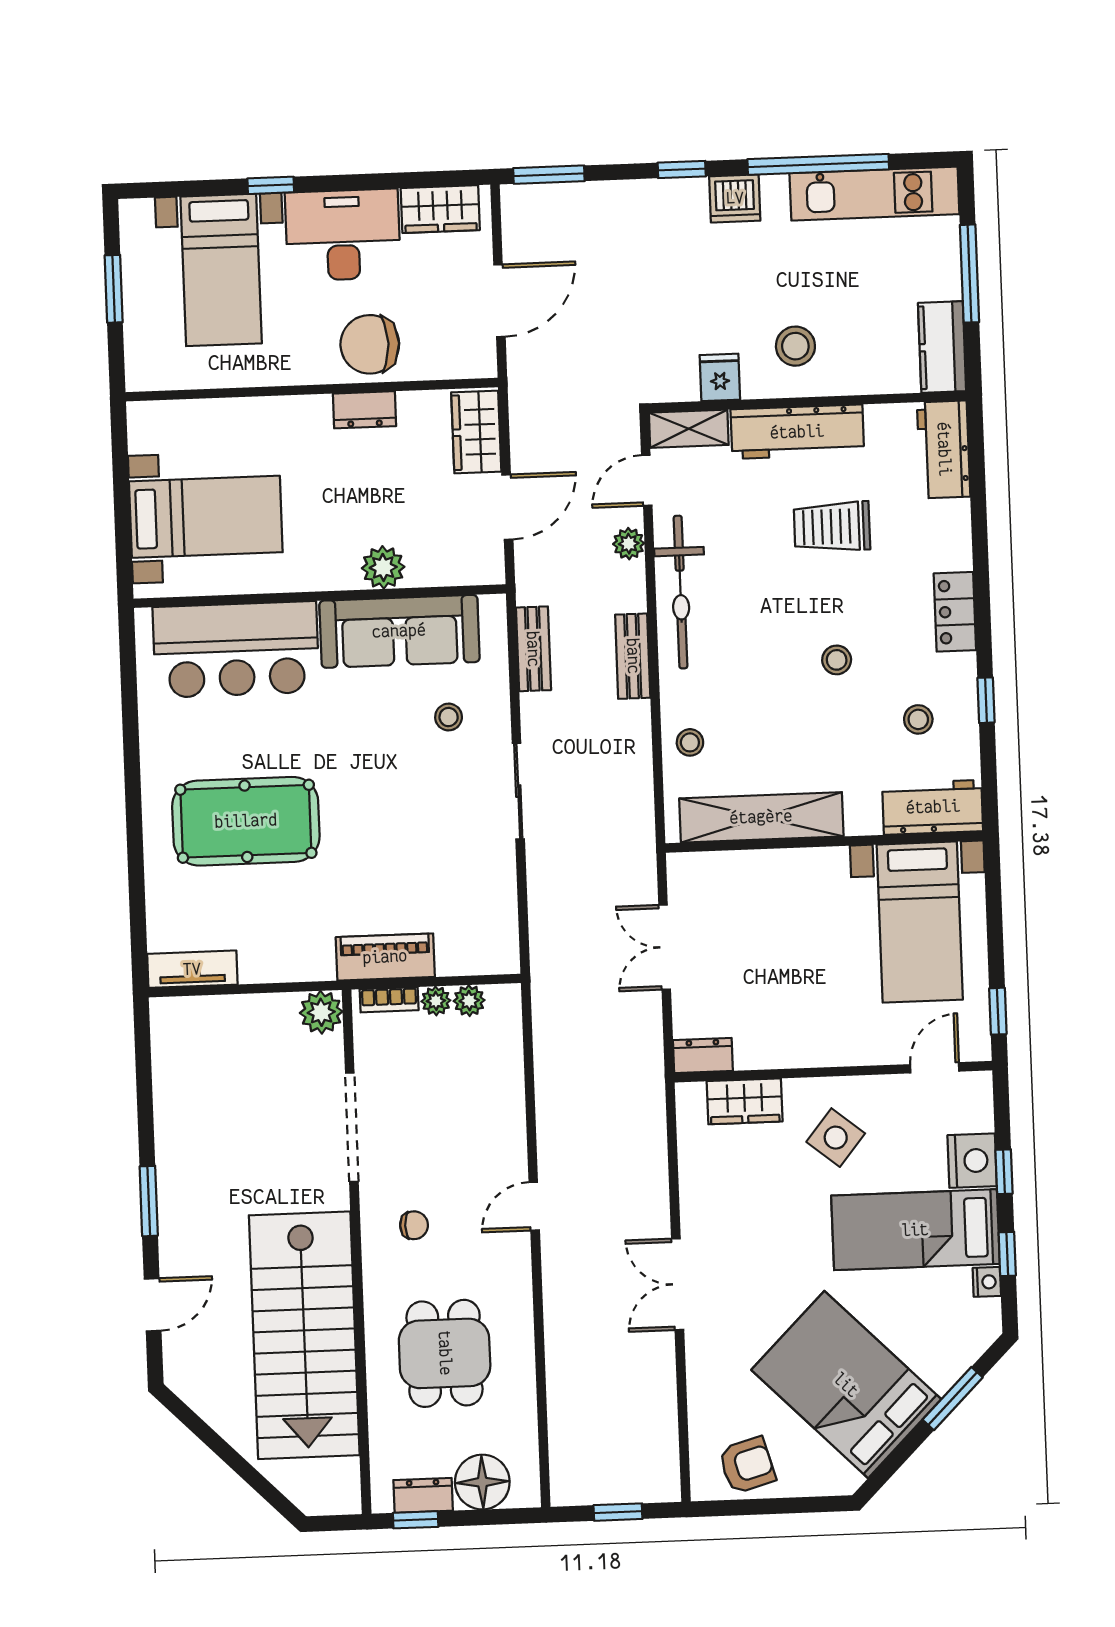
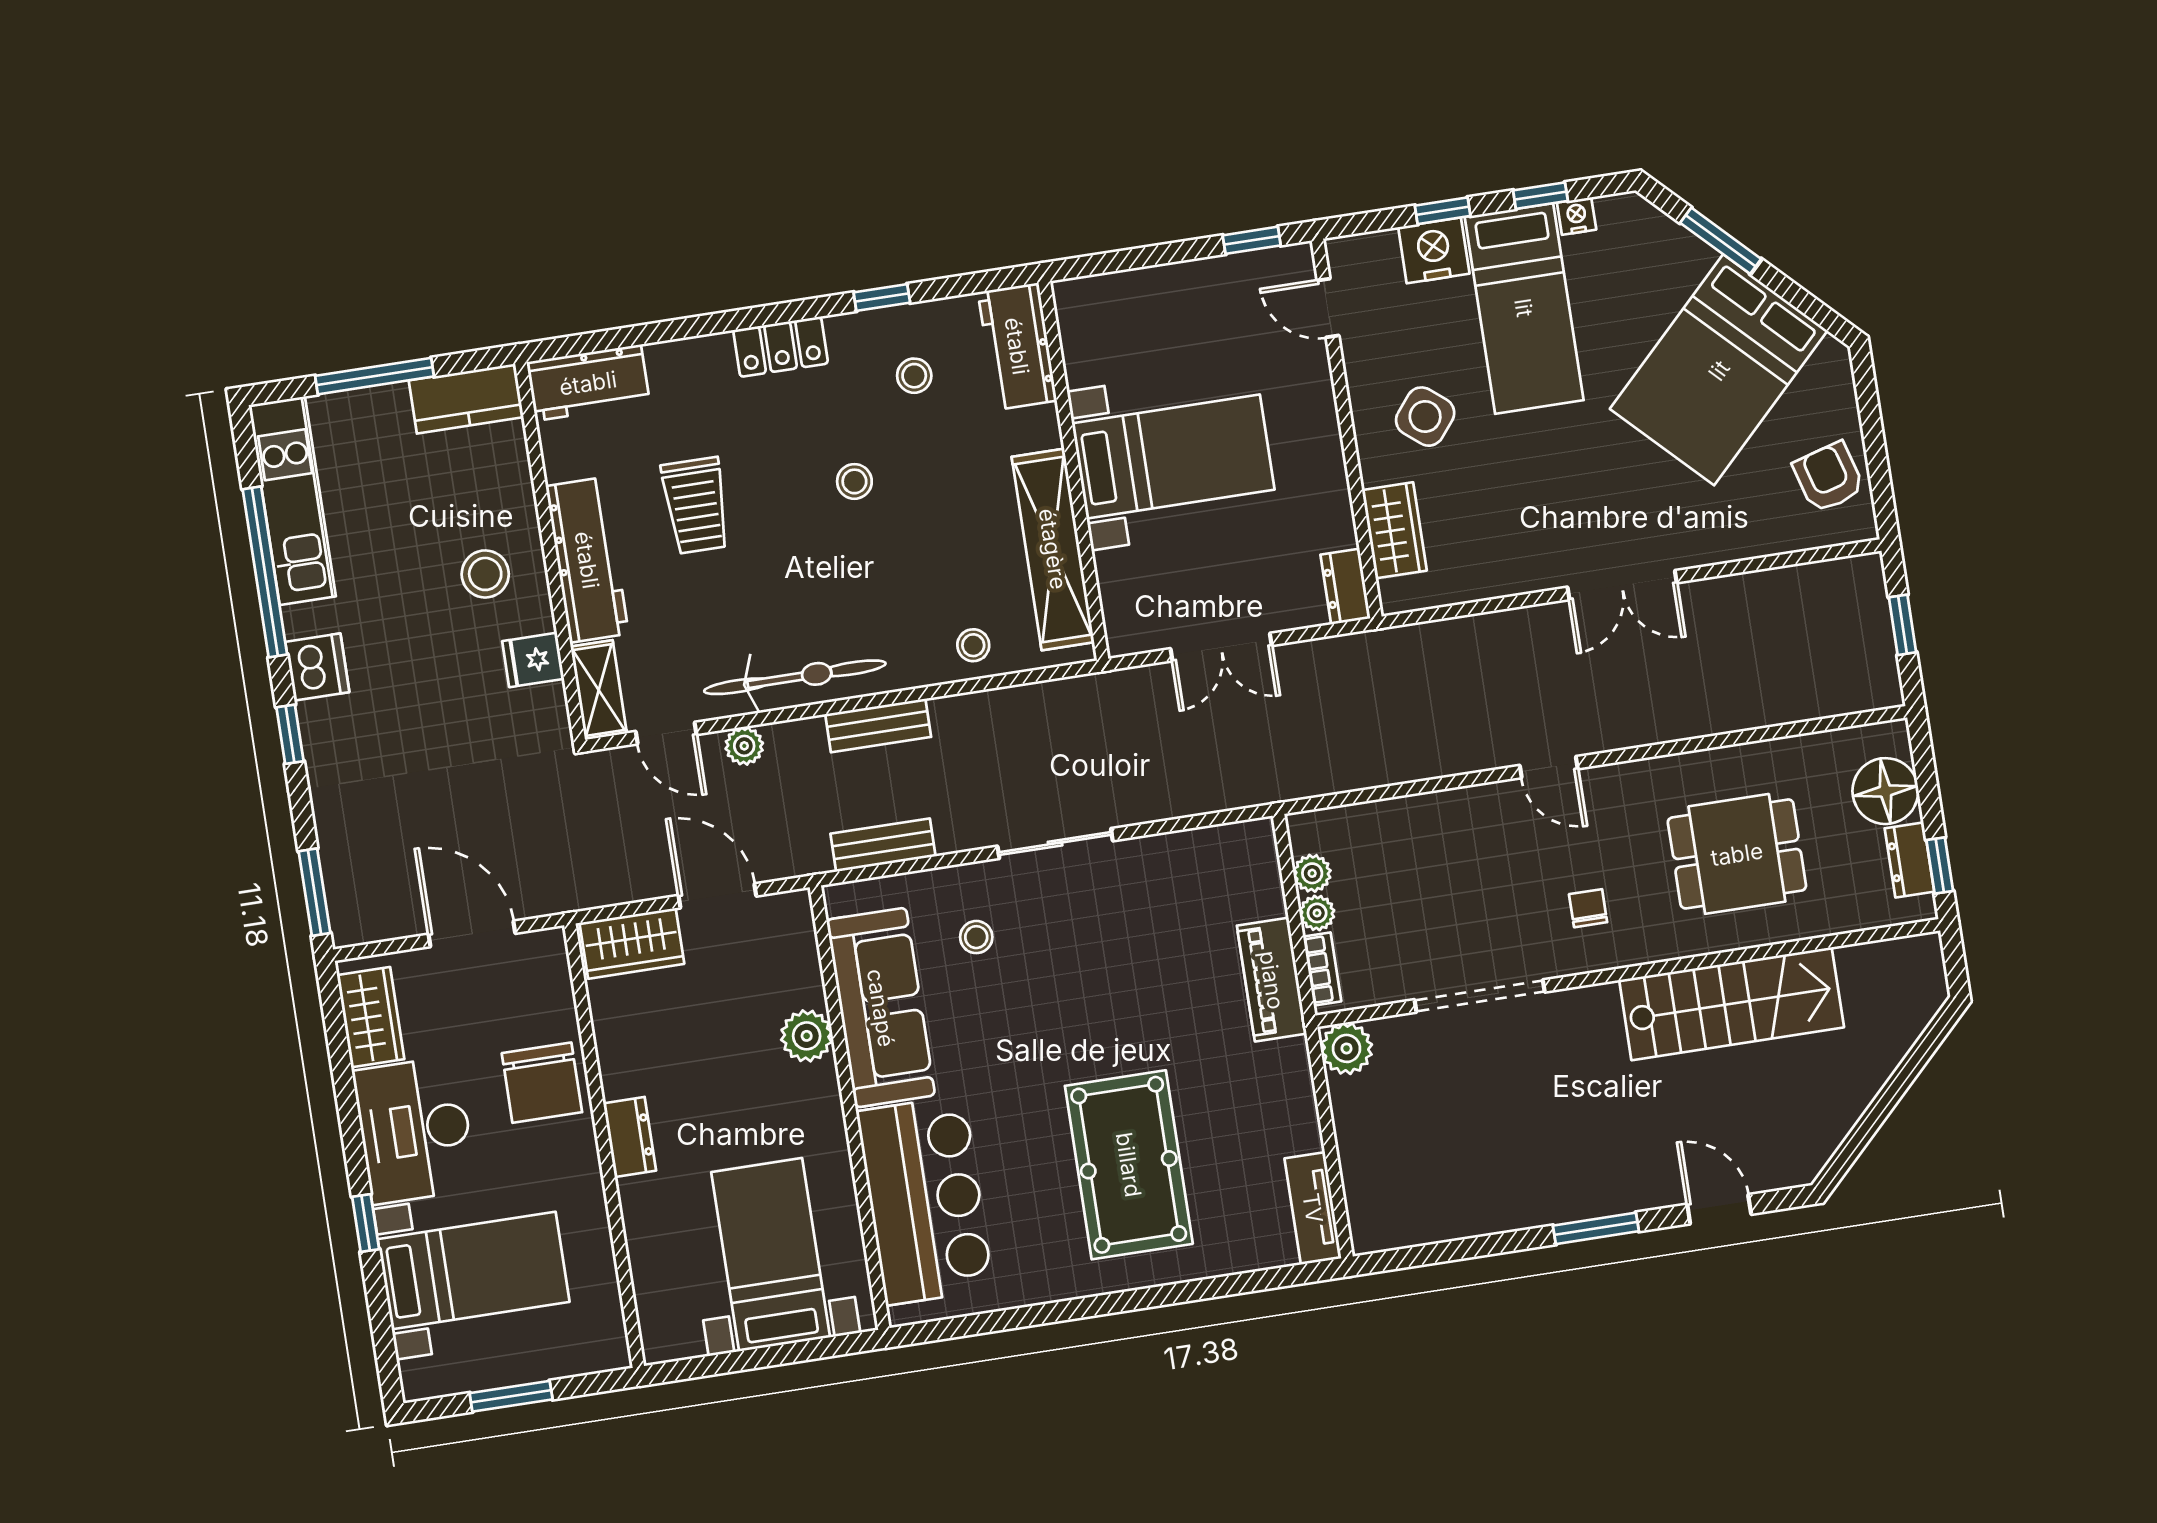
dresser: (364, 410) -> (630, 1137), moved
bed with nightstands: (920, 922) -> (1173, 456), moved
stairs: (304, 1335) -> (1732, 1004), width x0.73, depth x0.66

